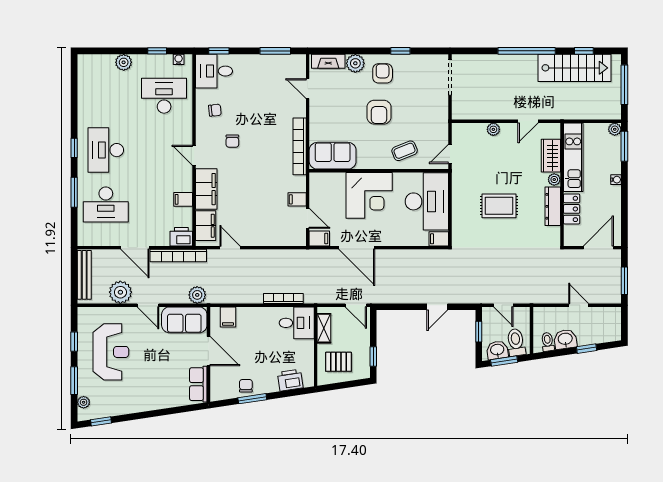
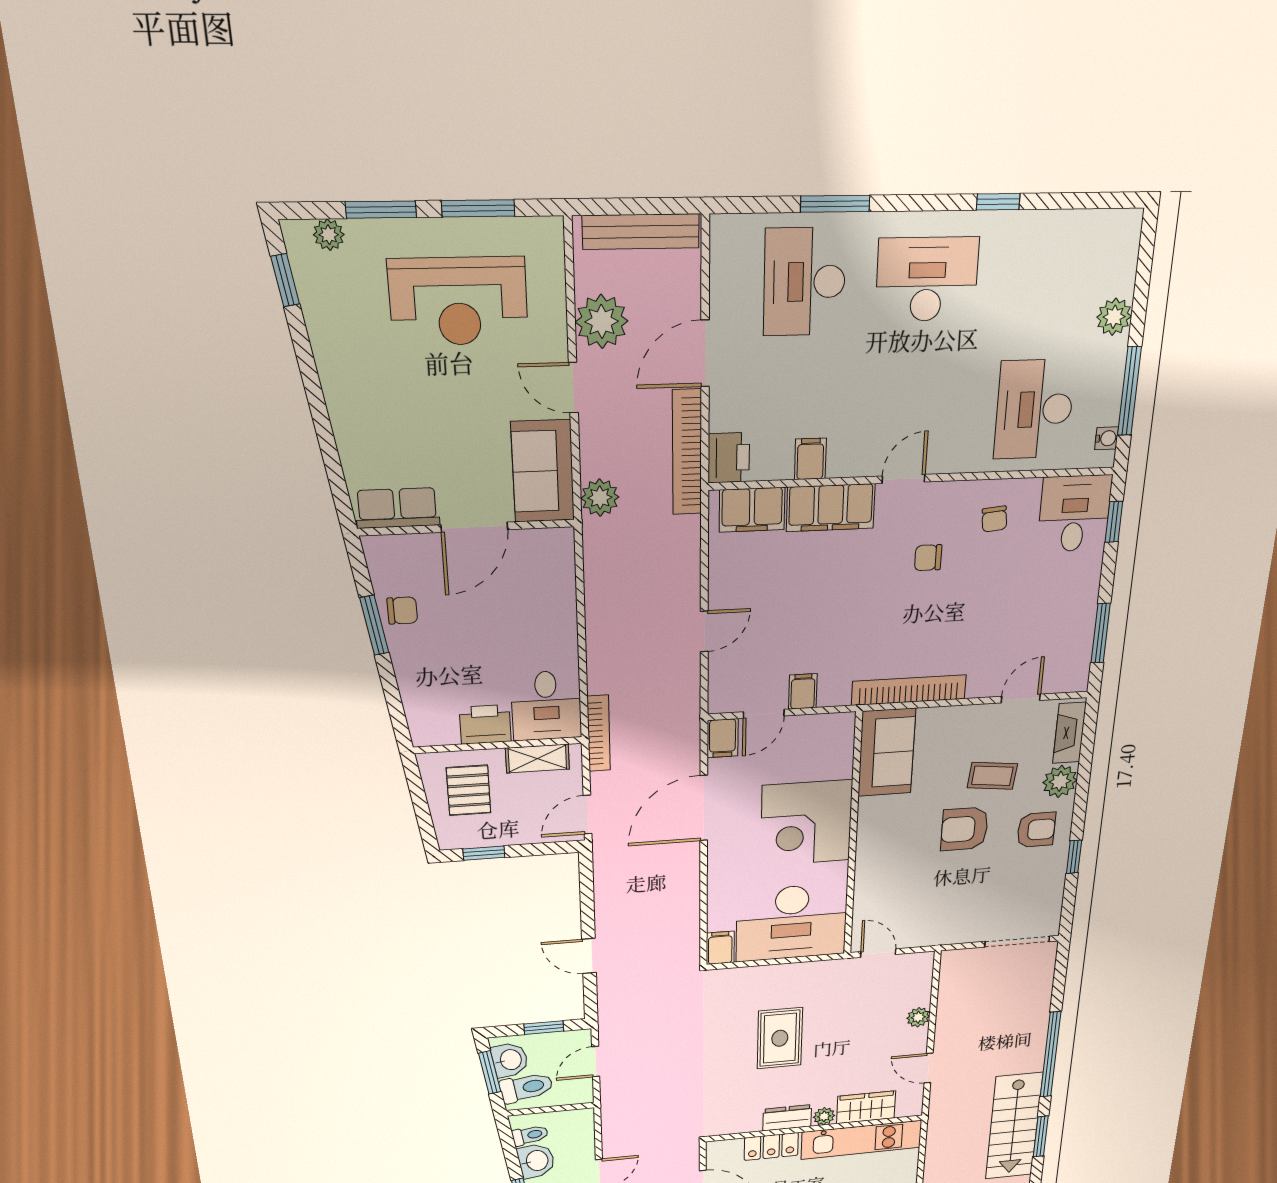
window: (157, 51) -> (1129, 391), width x2.17
window: (584, 51) -> (1041, 1136), width x1.50
desk: (164, 96) -> (1034, 409), turned 180
window: (74, 148) -> (998, 202), moved
coffee table: (405, 151) -> (992, 776), moved, turned -62
dresser: (553, 206) -> (787, 1118), width x0.70
door: (230, 248) -> (704, 631), moved
bookcase: (283, 299) -> (599, 733), moved
door: (148, 305) -> (573, 388), hinge flipped
filing cabinet: (228, 317) -> (553, 566), removed
window: (74, 342) -> (478, 208), width x1.50
printer: (290, 380) -> (485, 724), moved, turned -81

